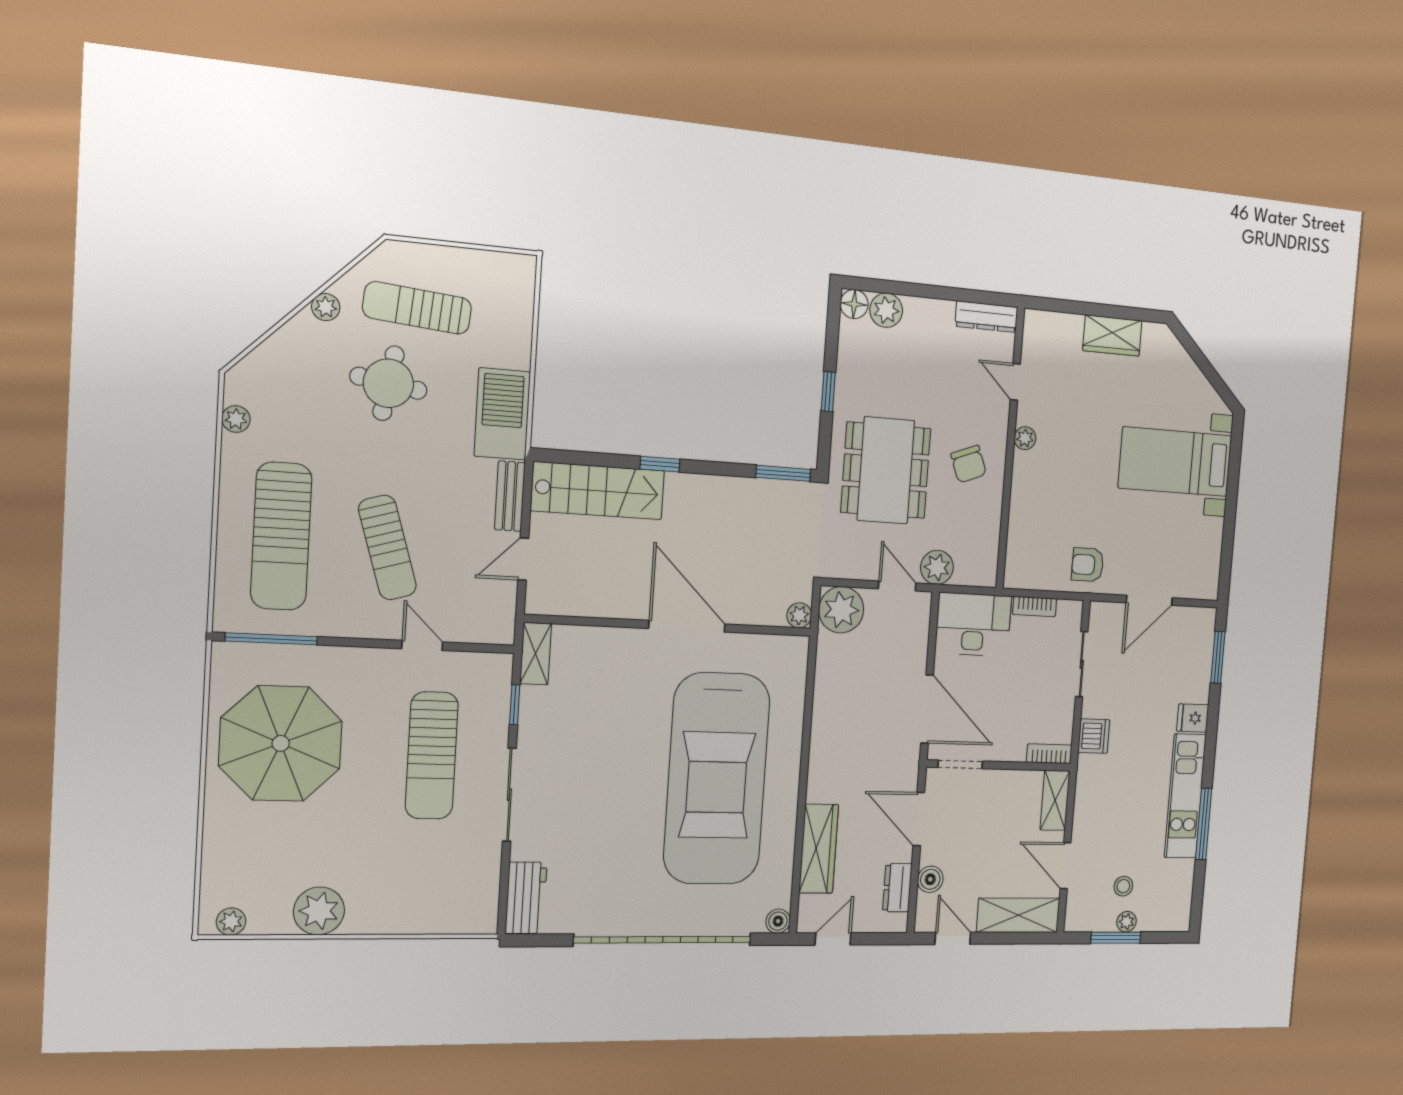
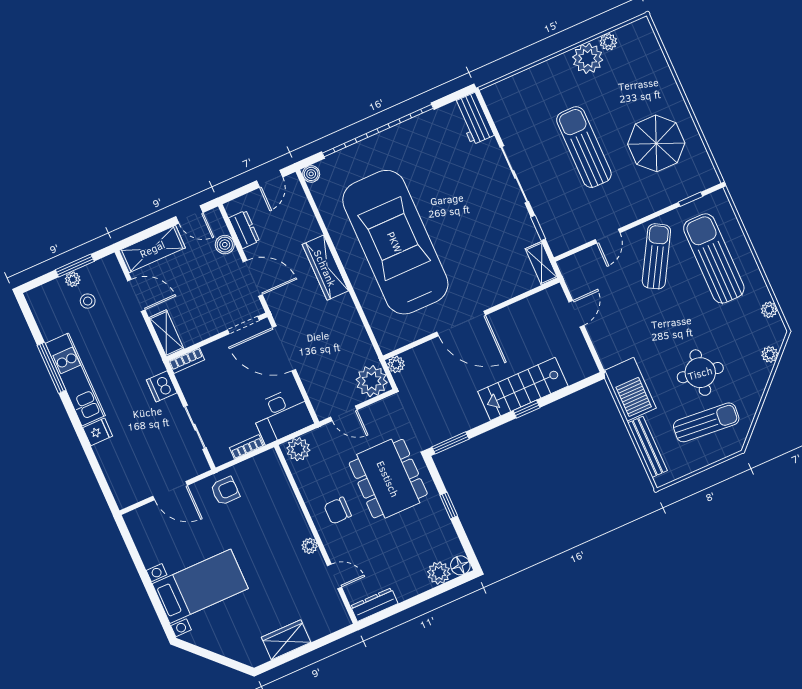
plant: (326, 307) -> (770, 354), moved
chair: (969, 464) -> (338, 511), turned -69
stairs: (598, 491) -> (523, 389), moved
bench: (510, 496) -> (647, 447), moved, width x1.36
sun lounger: (387, 548) -> (656, 256), moved, turned 47
plant: (937, 567) -> (298, 449), moved
door: (1149, 600) -> (170, 491), swing flipped
window: (271, 639) -> (691, 199), width x0.46
door: (422, 645) -> (608, 236), hinge flipped
window: (1218, 657) -> (101, 479), removed
parasol: (281, 743) -> (656, 143), width x0.73, depth x0.73
sun lounger: (432, 756) -> (584, 147), moved
wardrobe: (819, 849) -> (325, 268), moved
plant: (231, 922) -> (608, 42), moved

